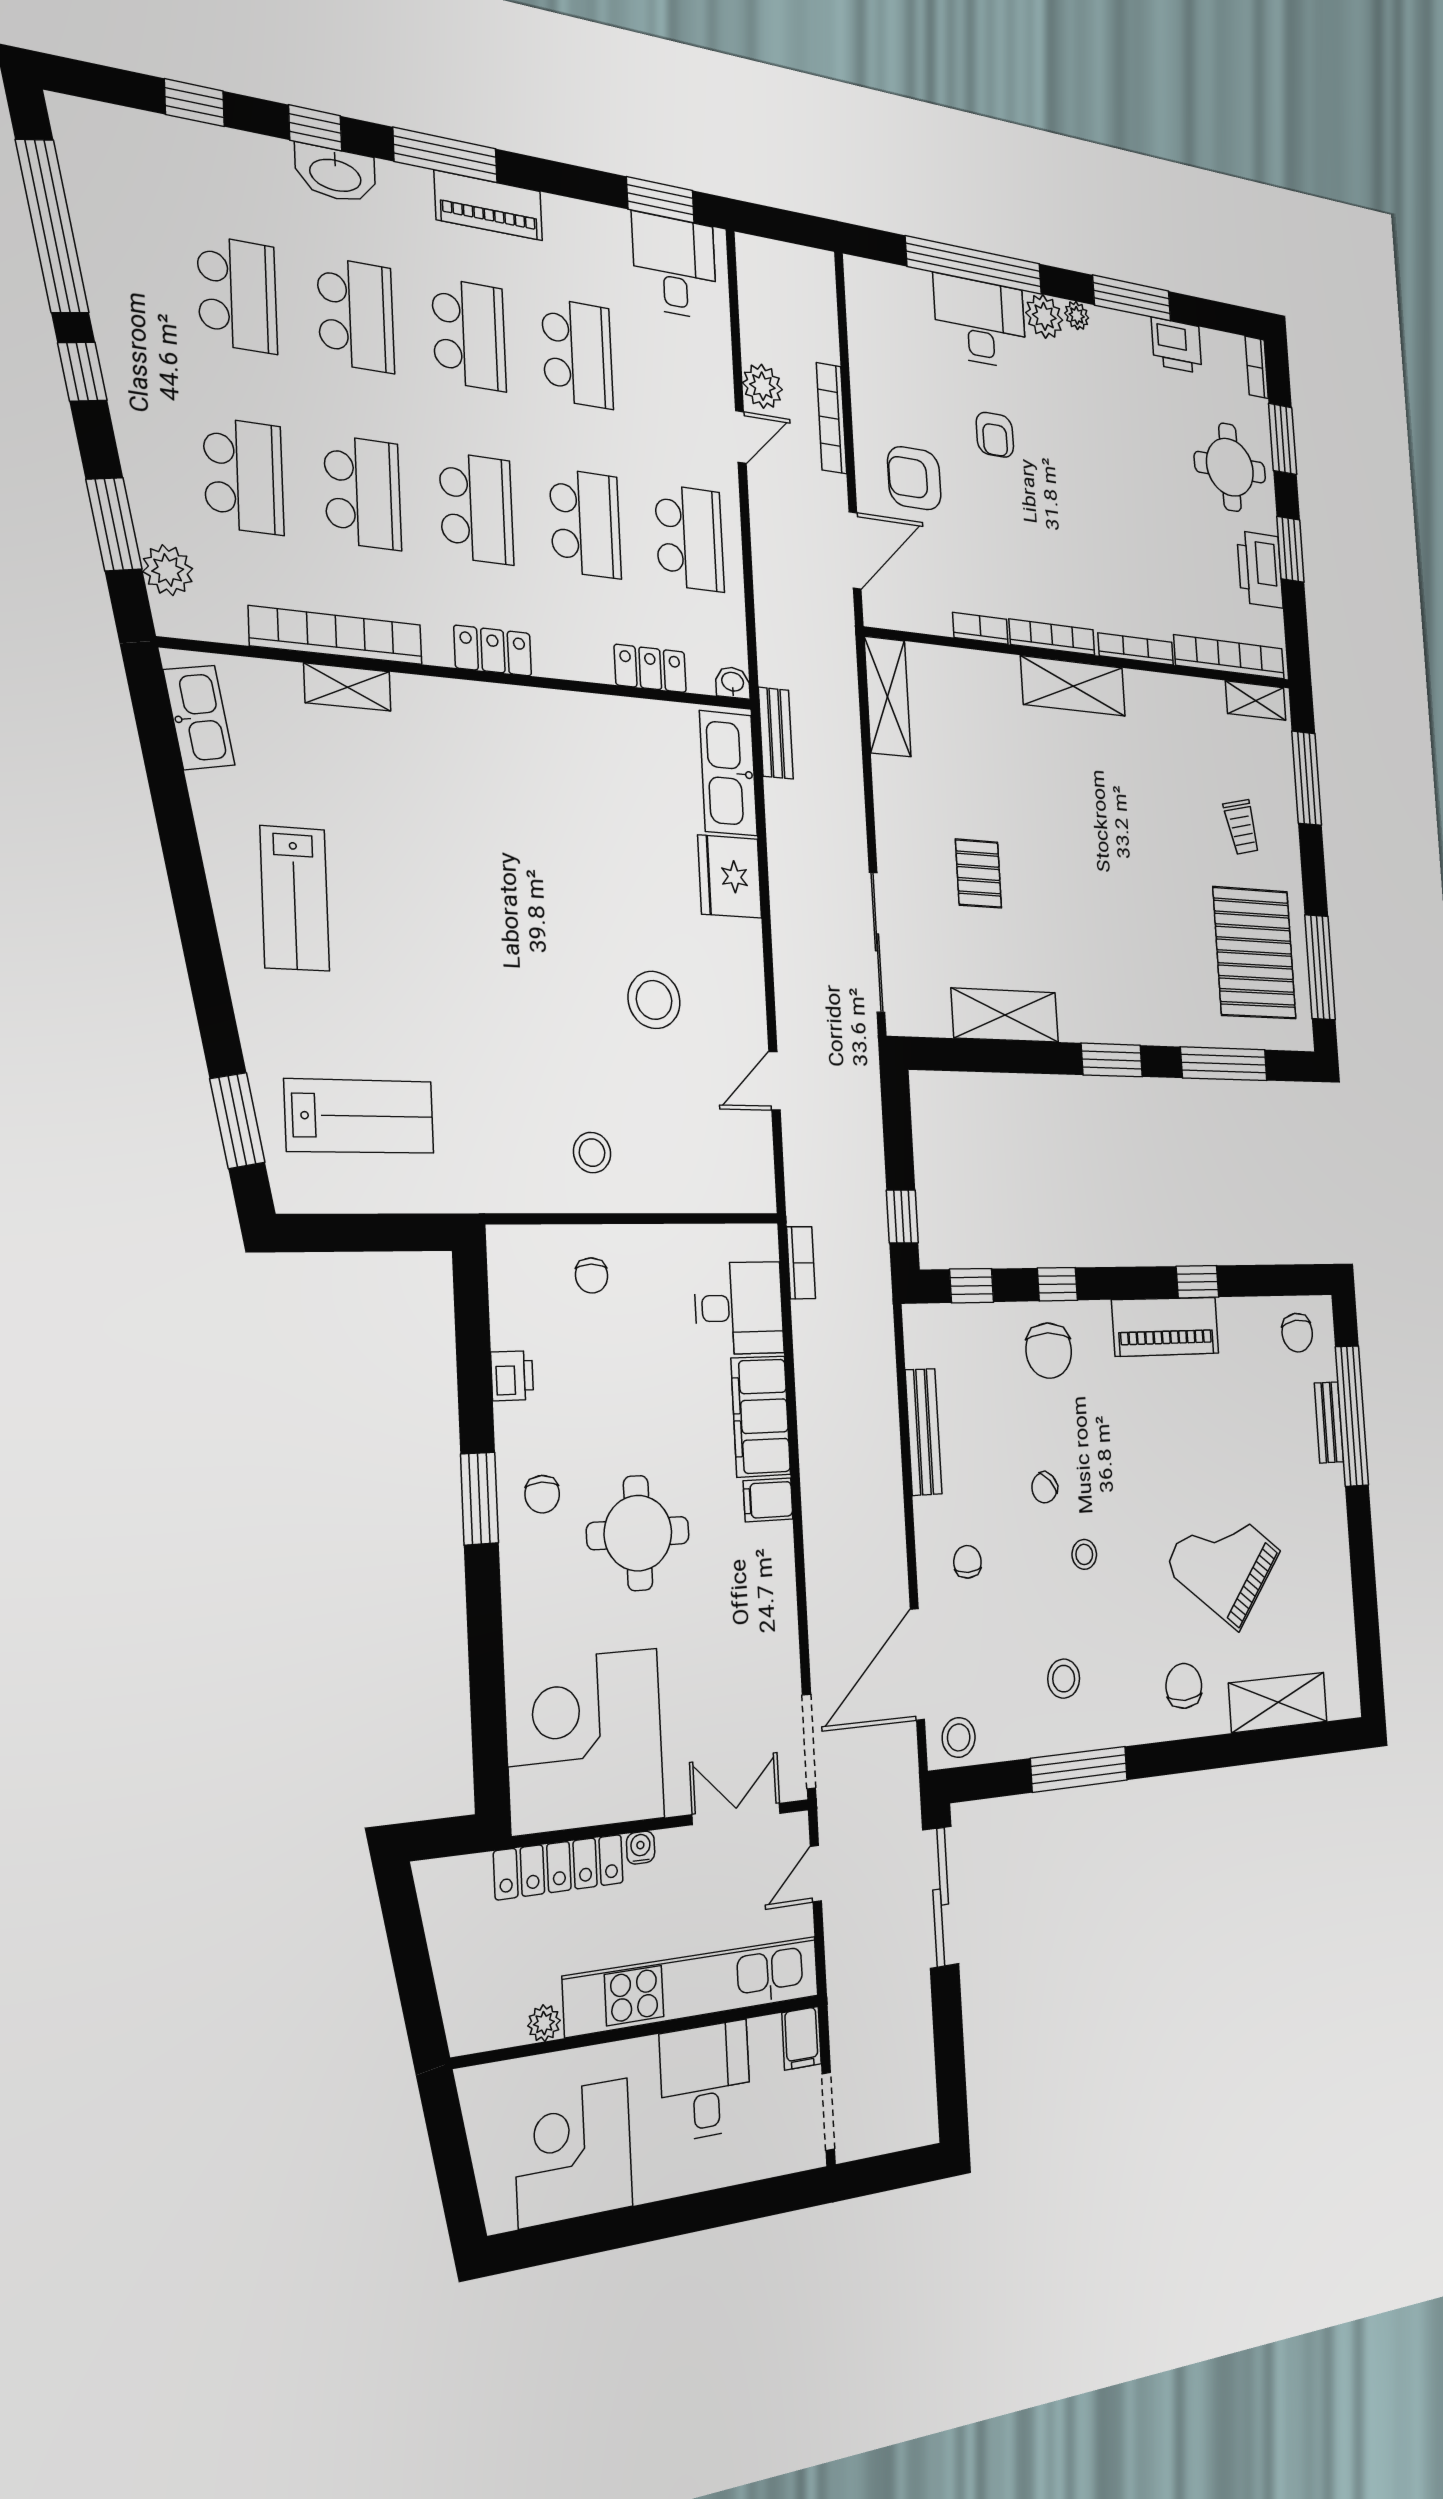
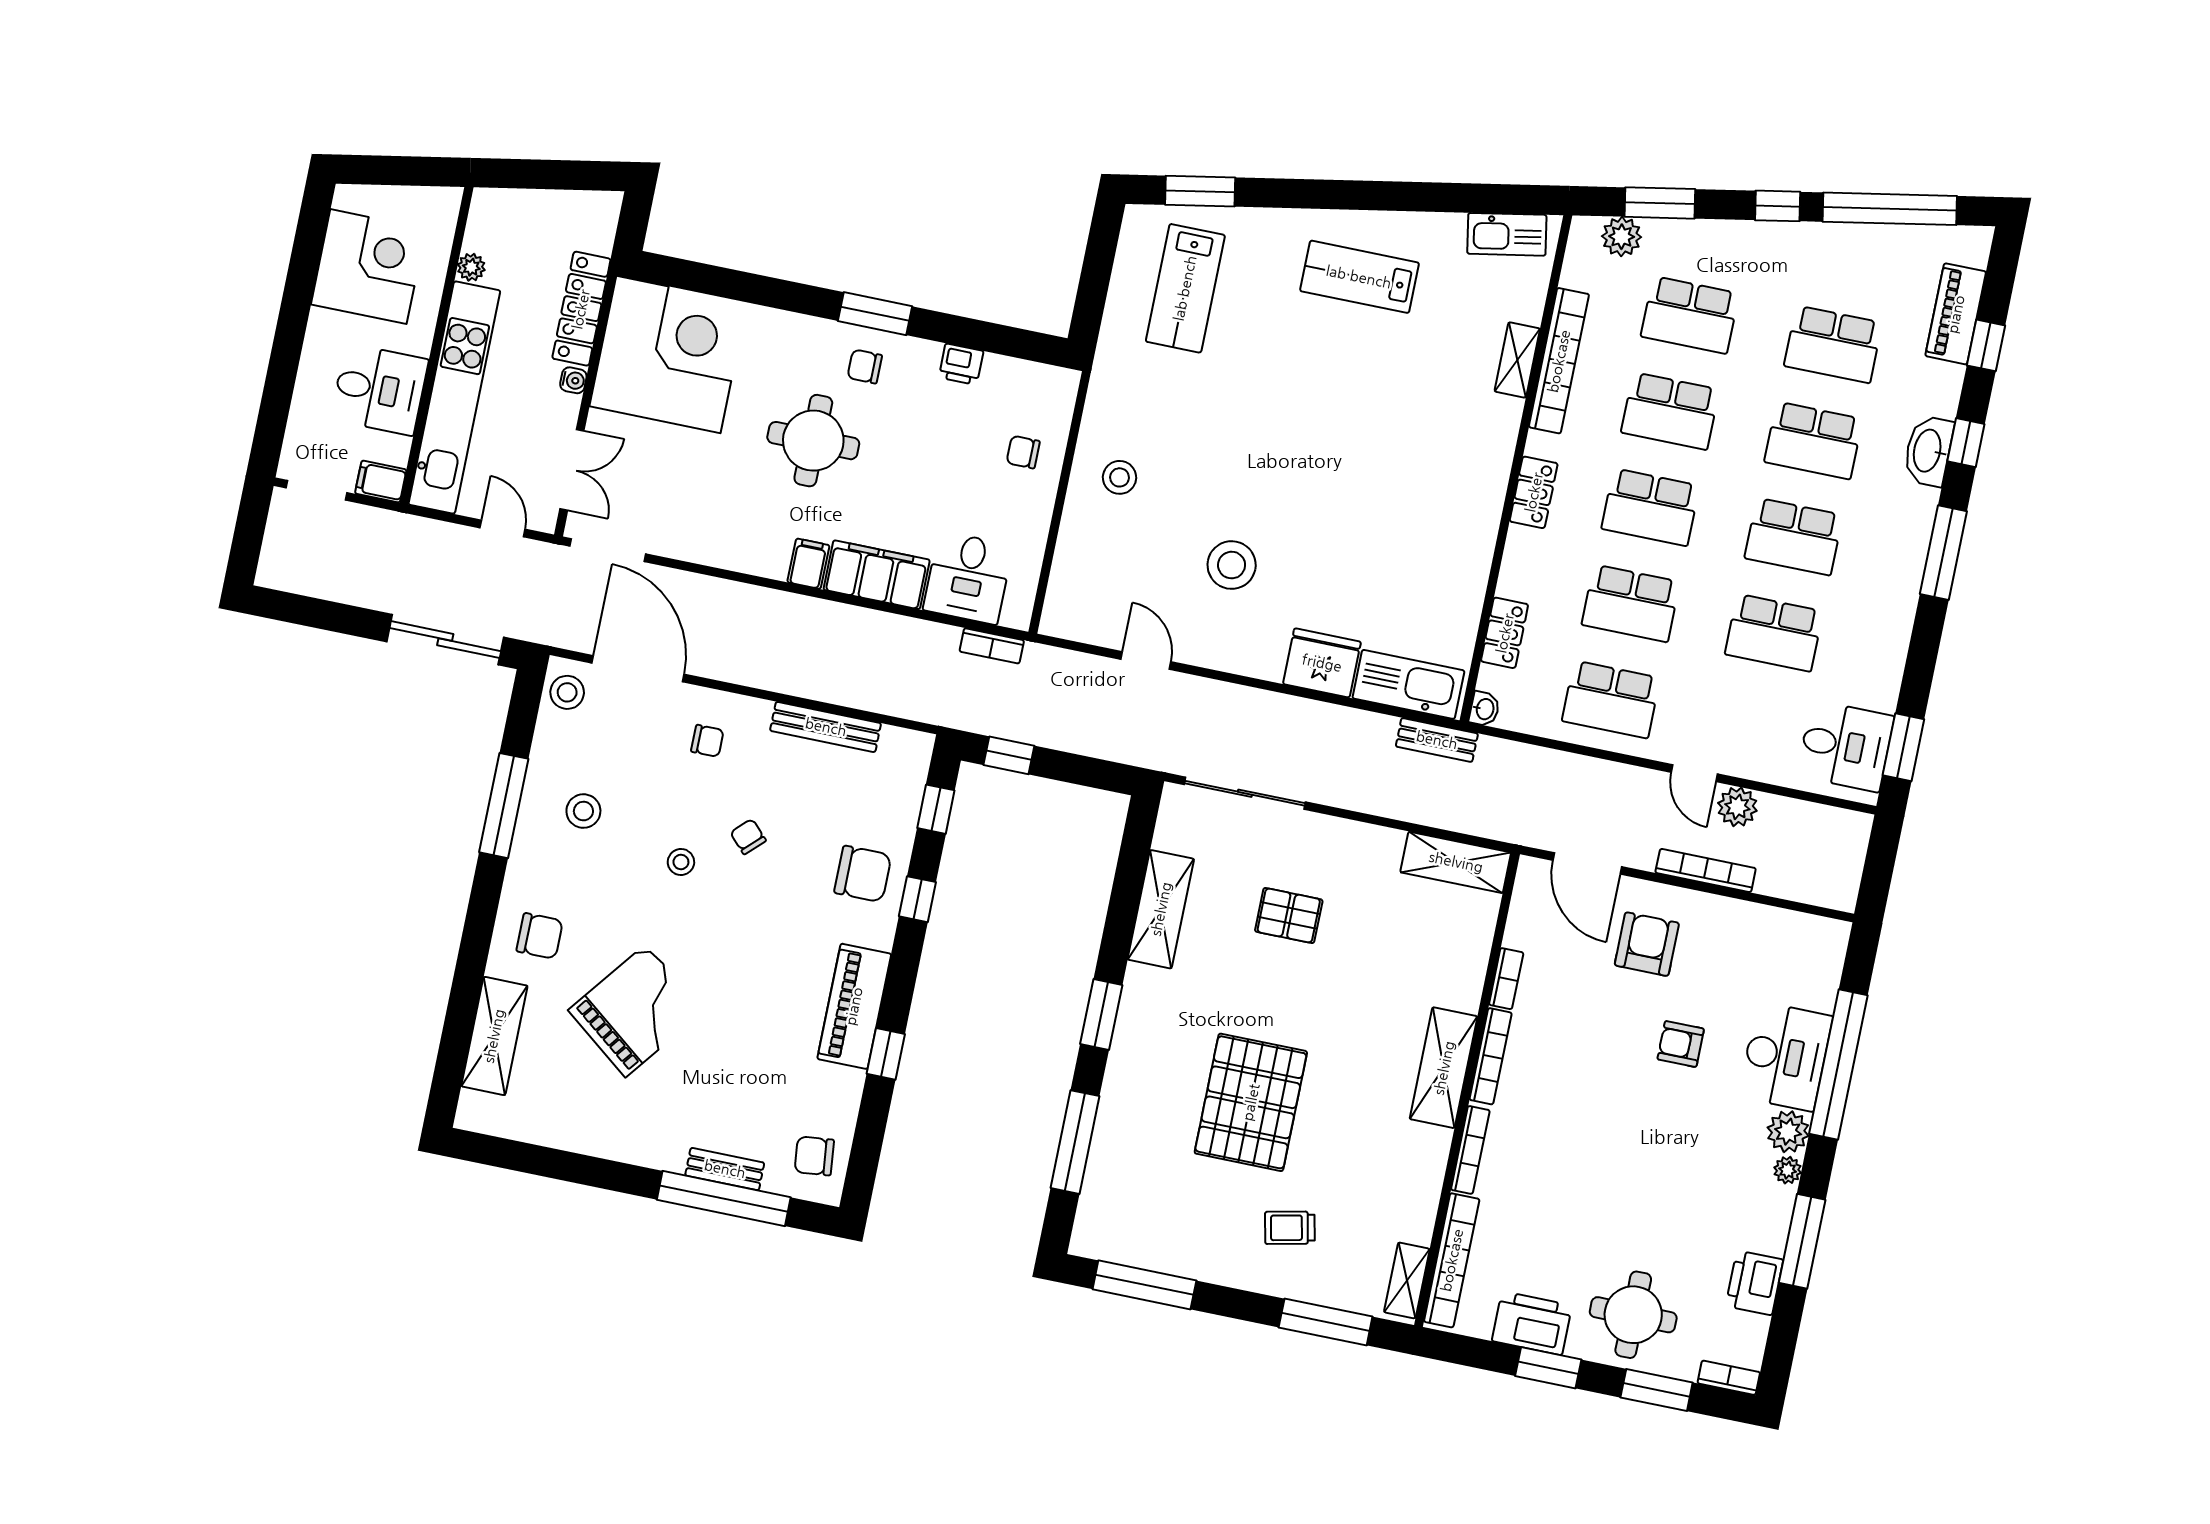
piano: (489, 205) -> (1956, 314), moved
pallet: (1255, 953) -> (1251, 1102), moved, turned 90
chair: (1049, 1351) -> (863, 874), turned 180

